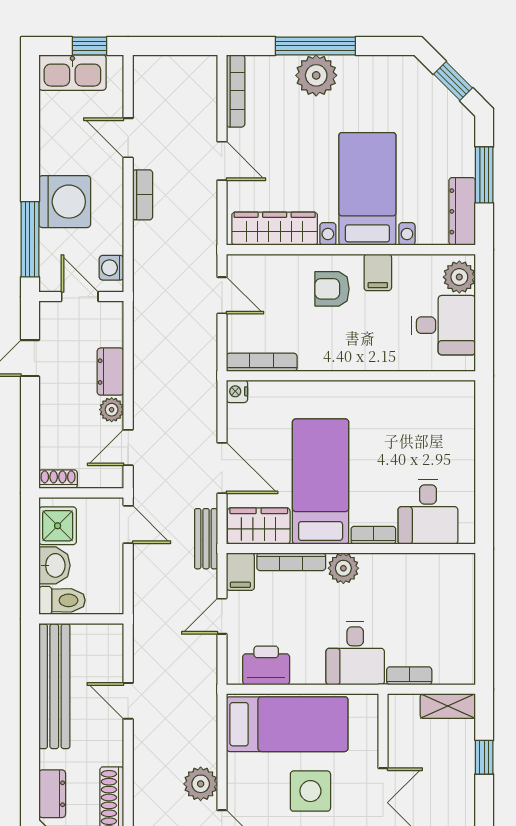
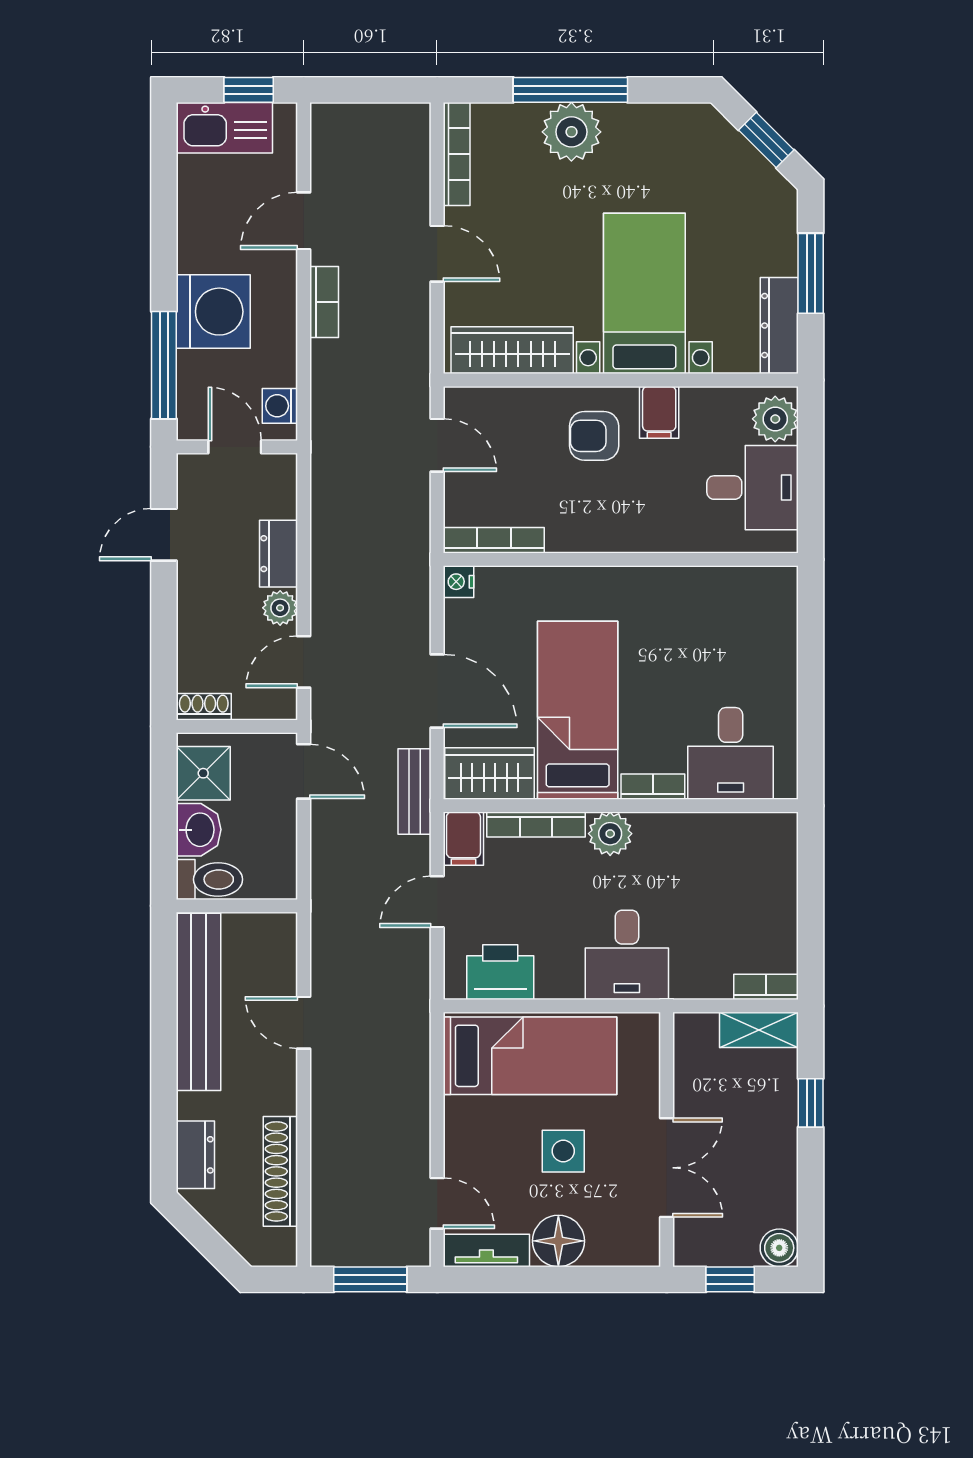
door: (128, 138) -> (304, 221), hinge flipped
bookcase: (409, 676) -> (766, 987), moved
plant: (201, 784) -> (407, 1141), removed
side table: (310, 791) -> (563, 1151), width x0.73, depth x0.73

